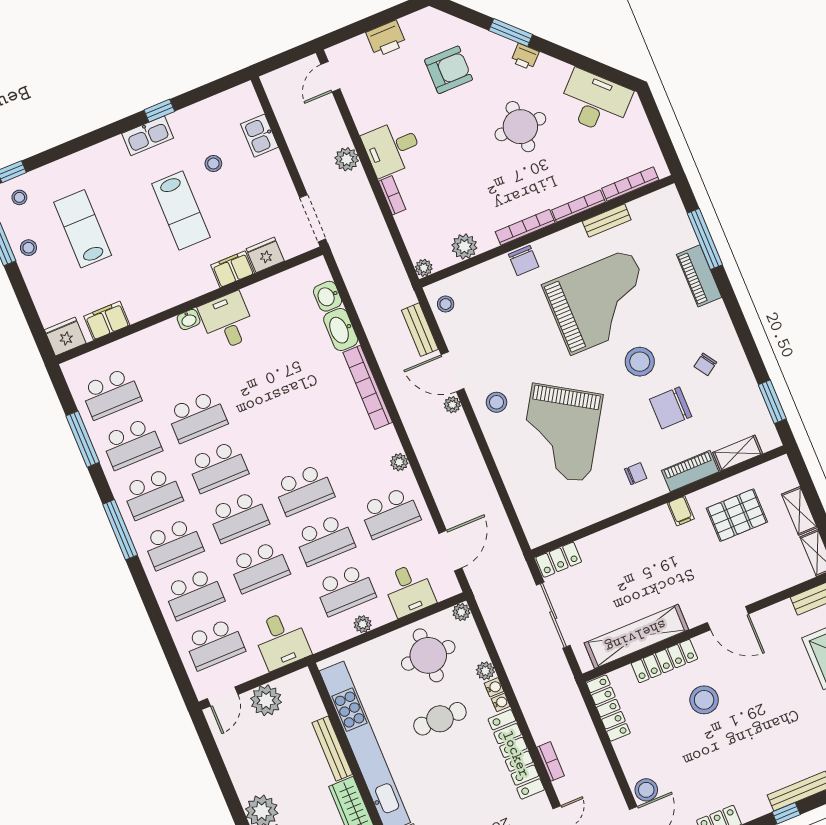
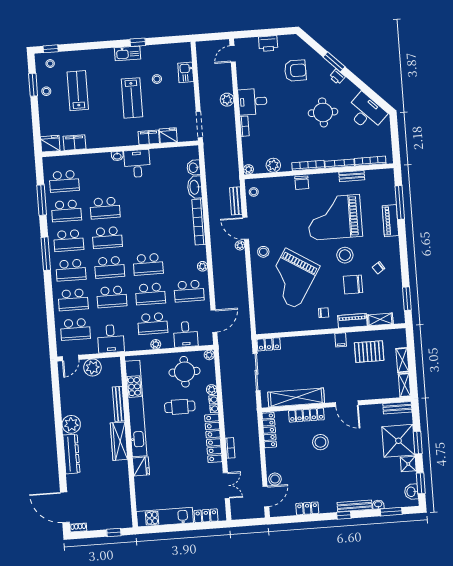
grand piano: (600, 302) -> (335, 217), turned 180

